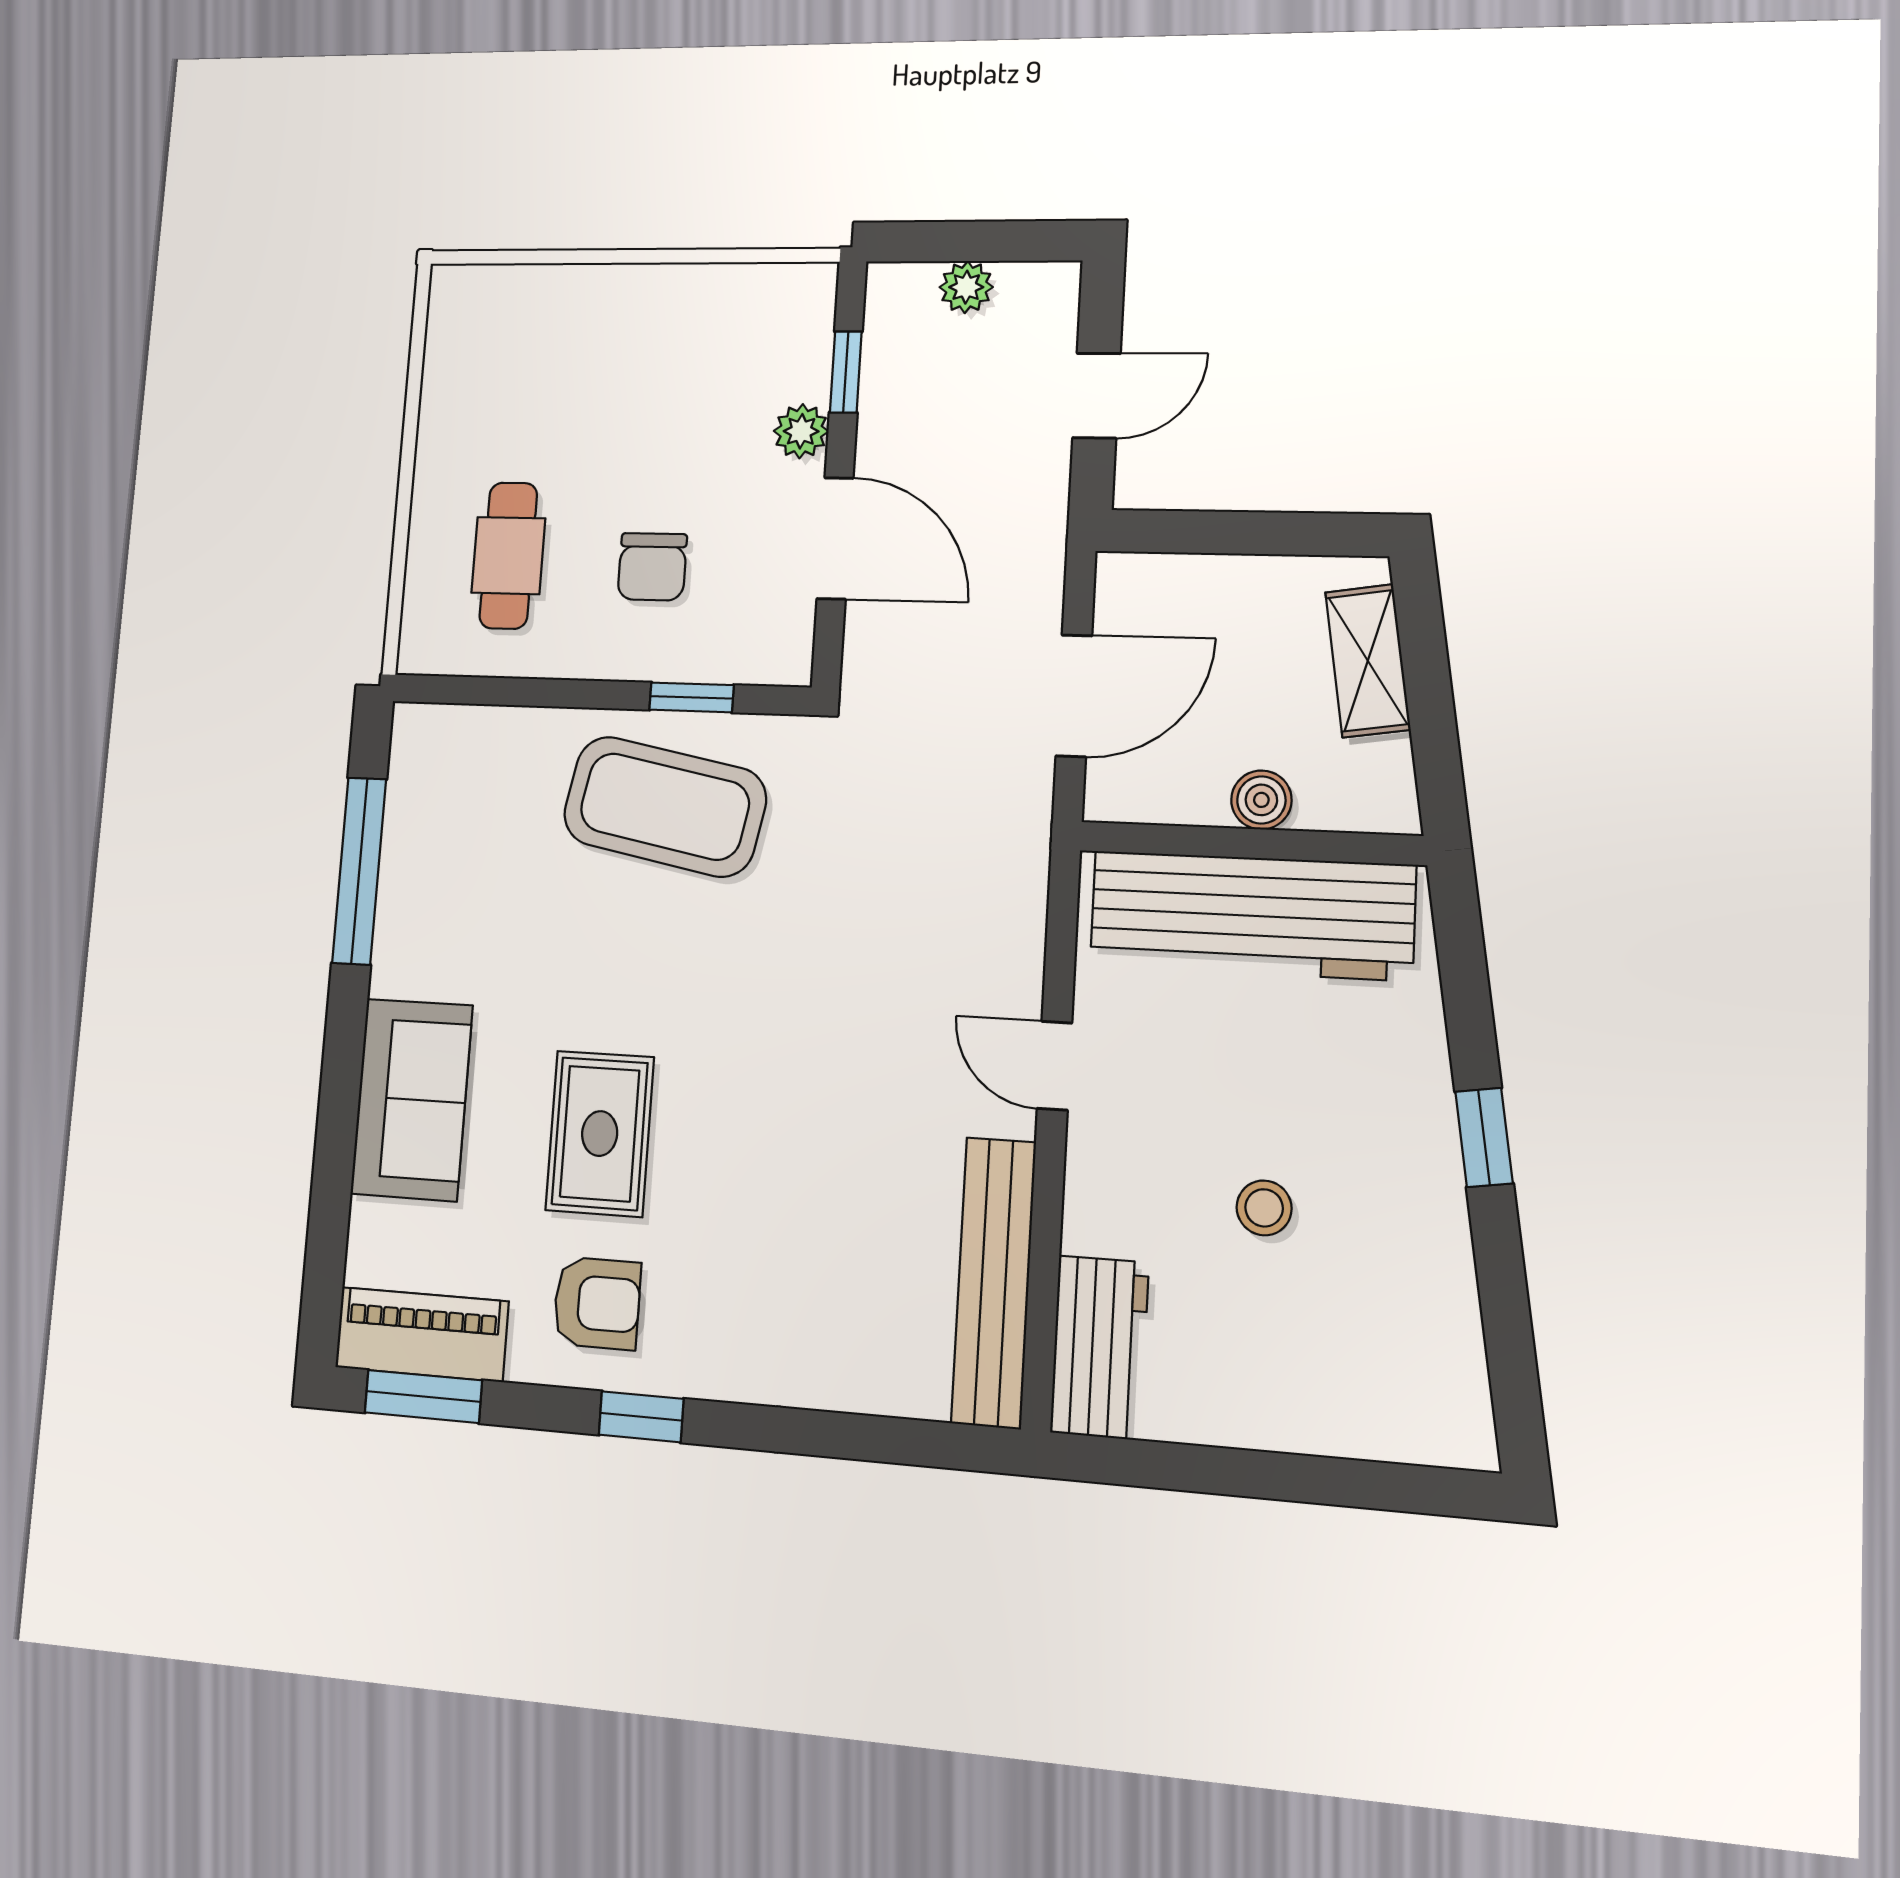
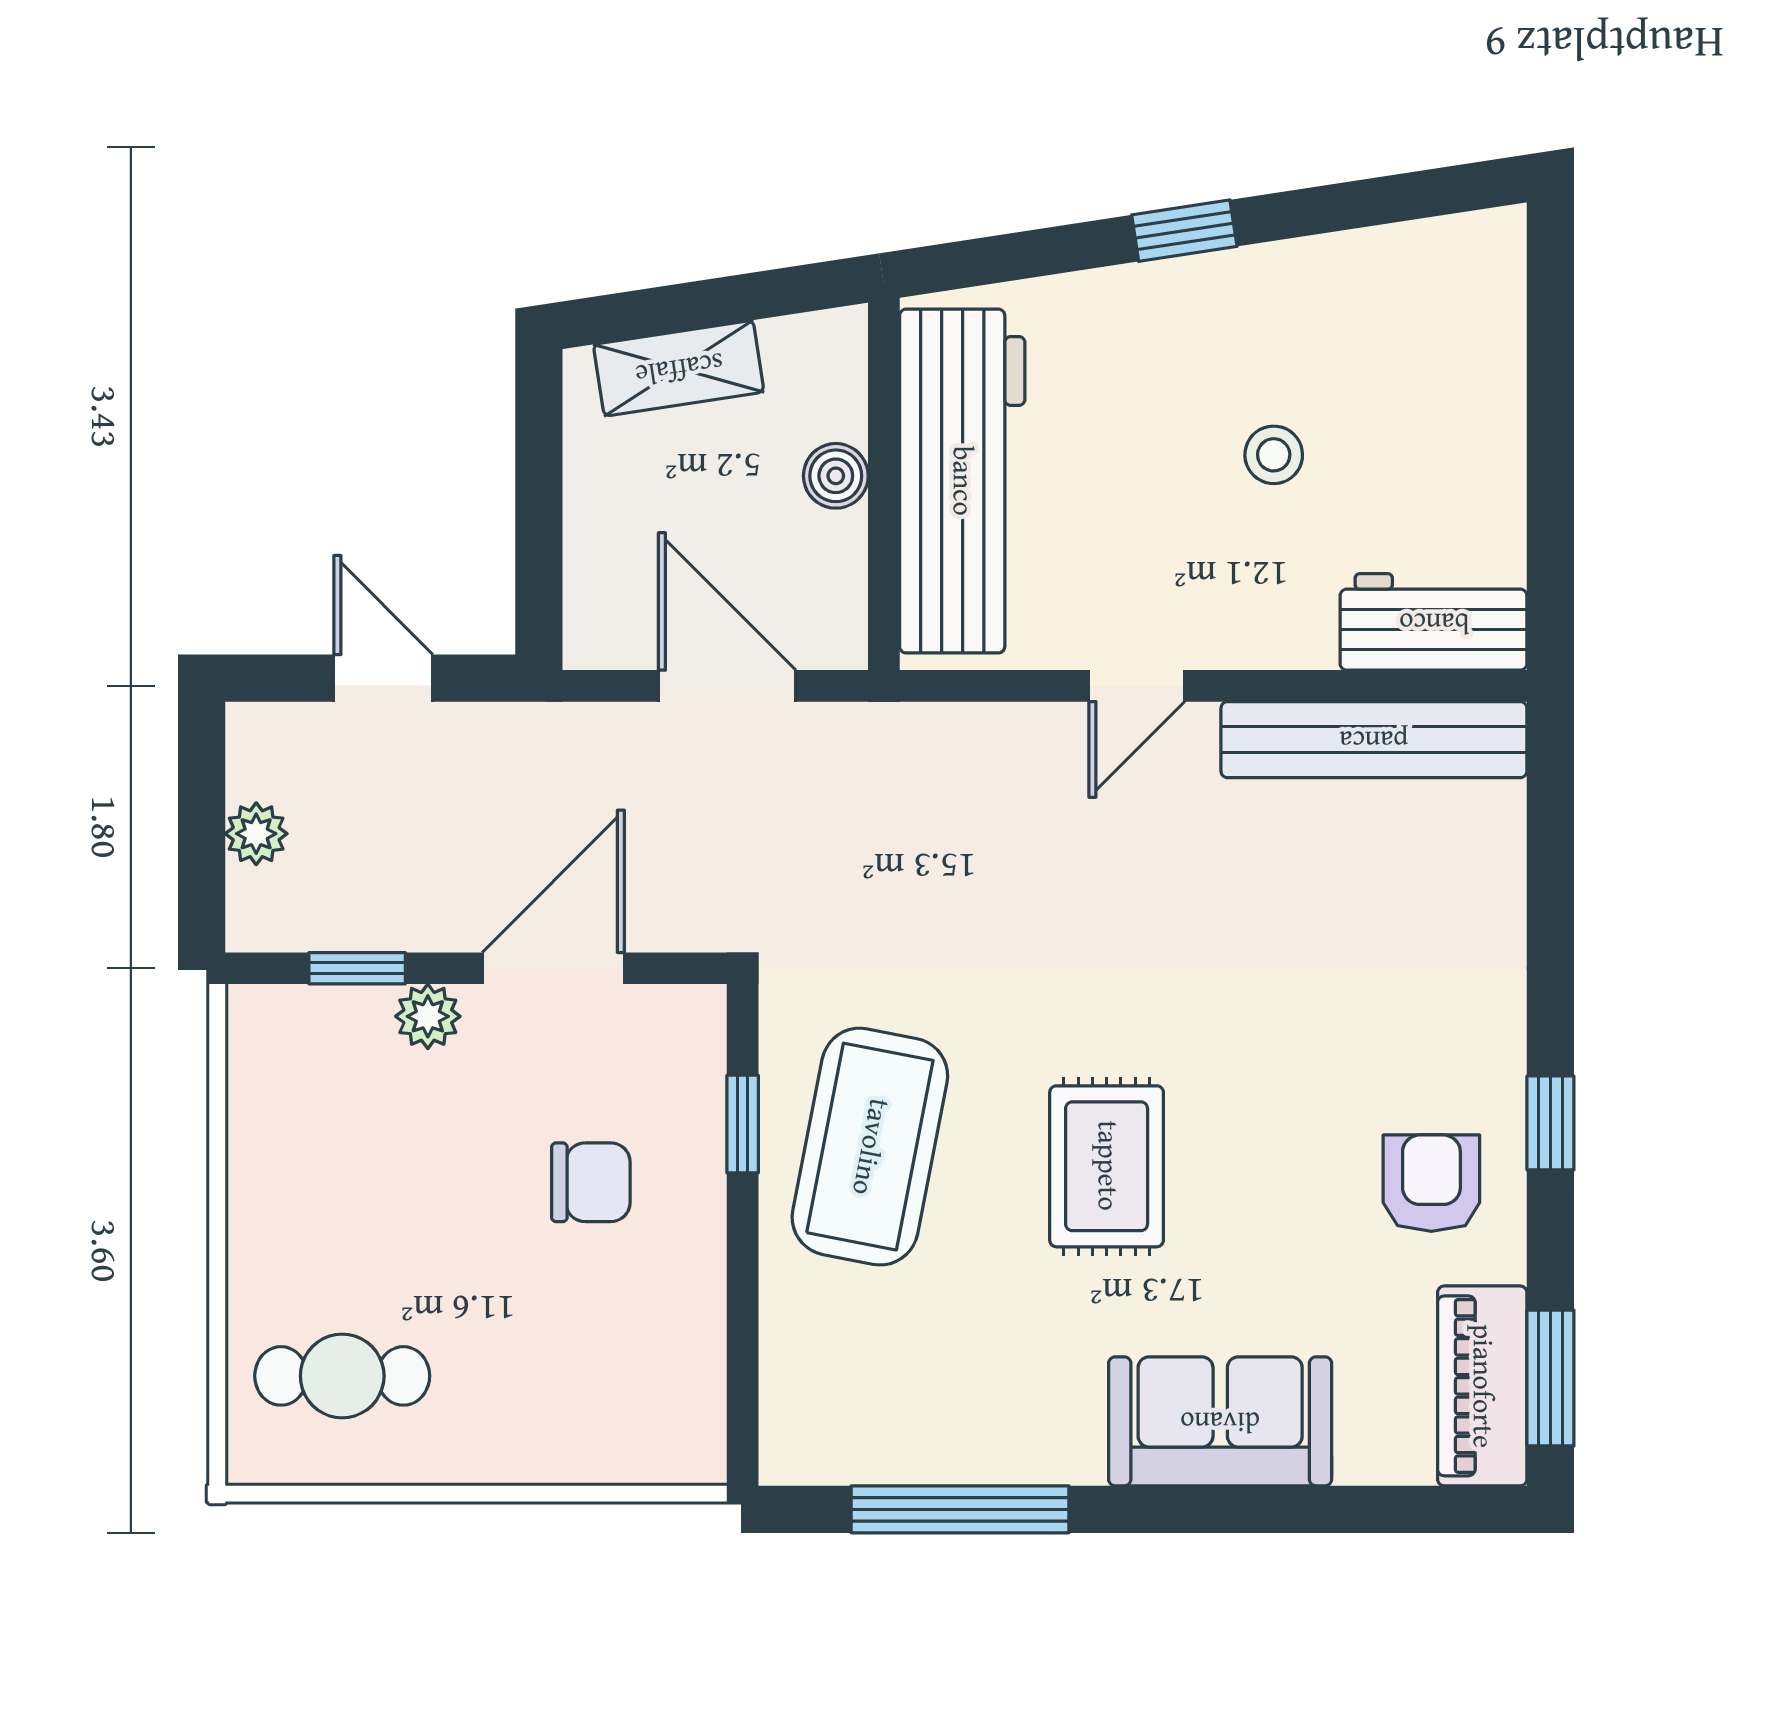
cafe table: (508, 556) -> (342, 1376), moved
rug: (600, 1134) -> (1107, 1166), moved, turned 90

